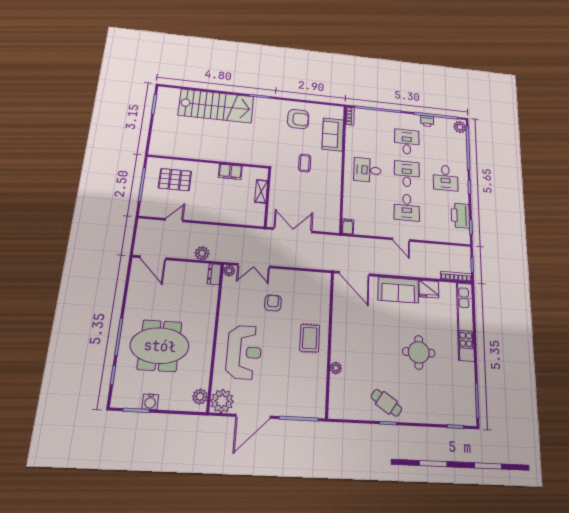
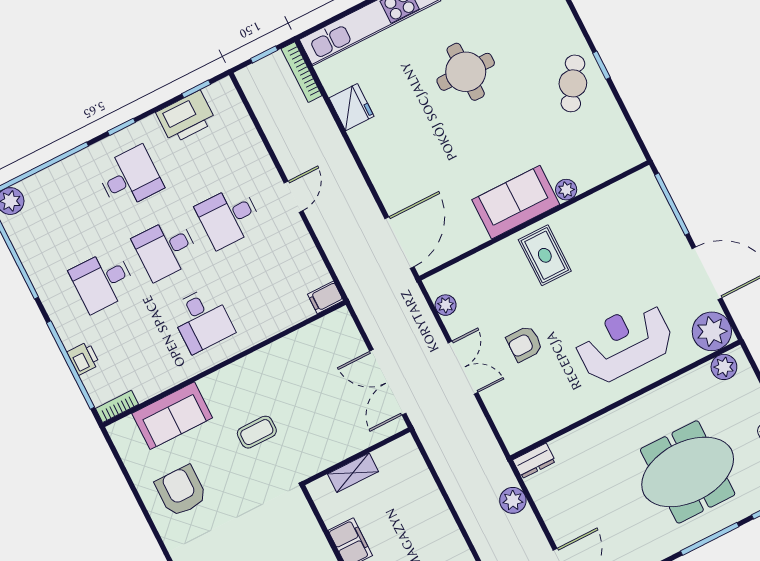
printer: (427, 121) -> (83, 358), moved
desk: (407, 207) -> (229, 217), turned 180
double door: (254, 266) -> (463, 368), moved
plant: (229, 271) -> (446, 305), moved
sofa: (398, 290) -> (516, 202), moved, turned -90
rug: (310, 338) -> (545, 255), turned 90
meeting table: (160, 346) -> (688, 472), turned 90

